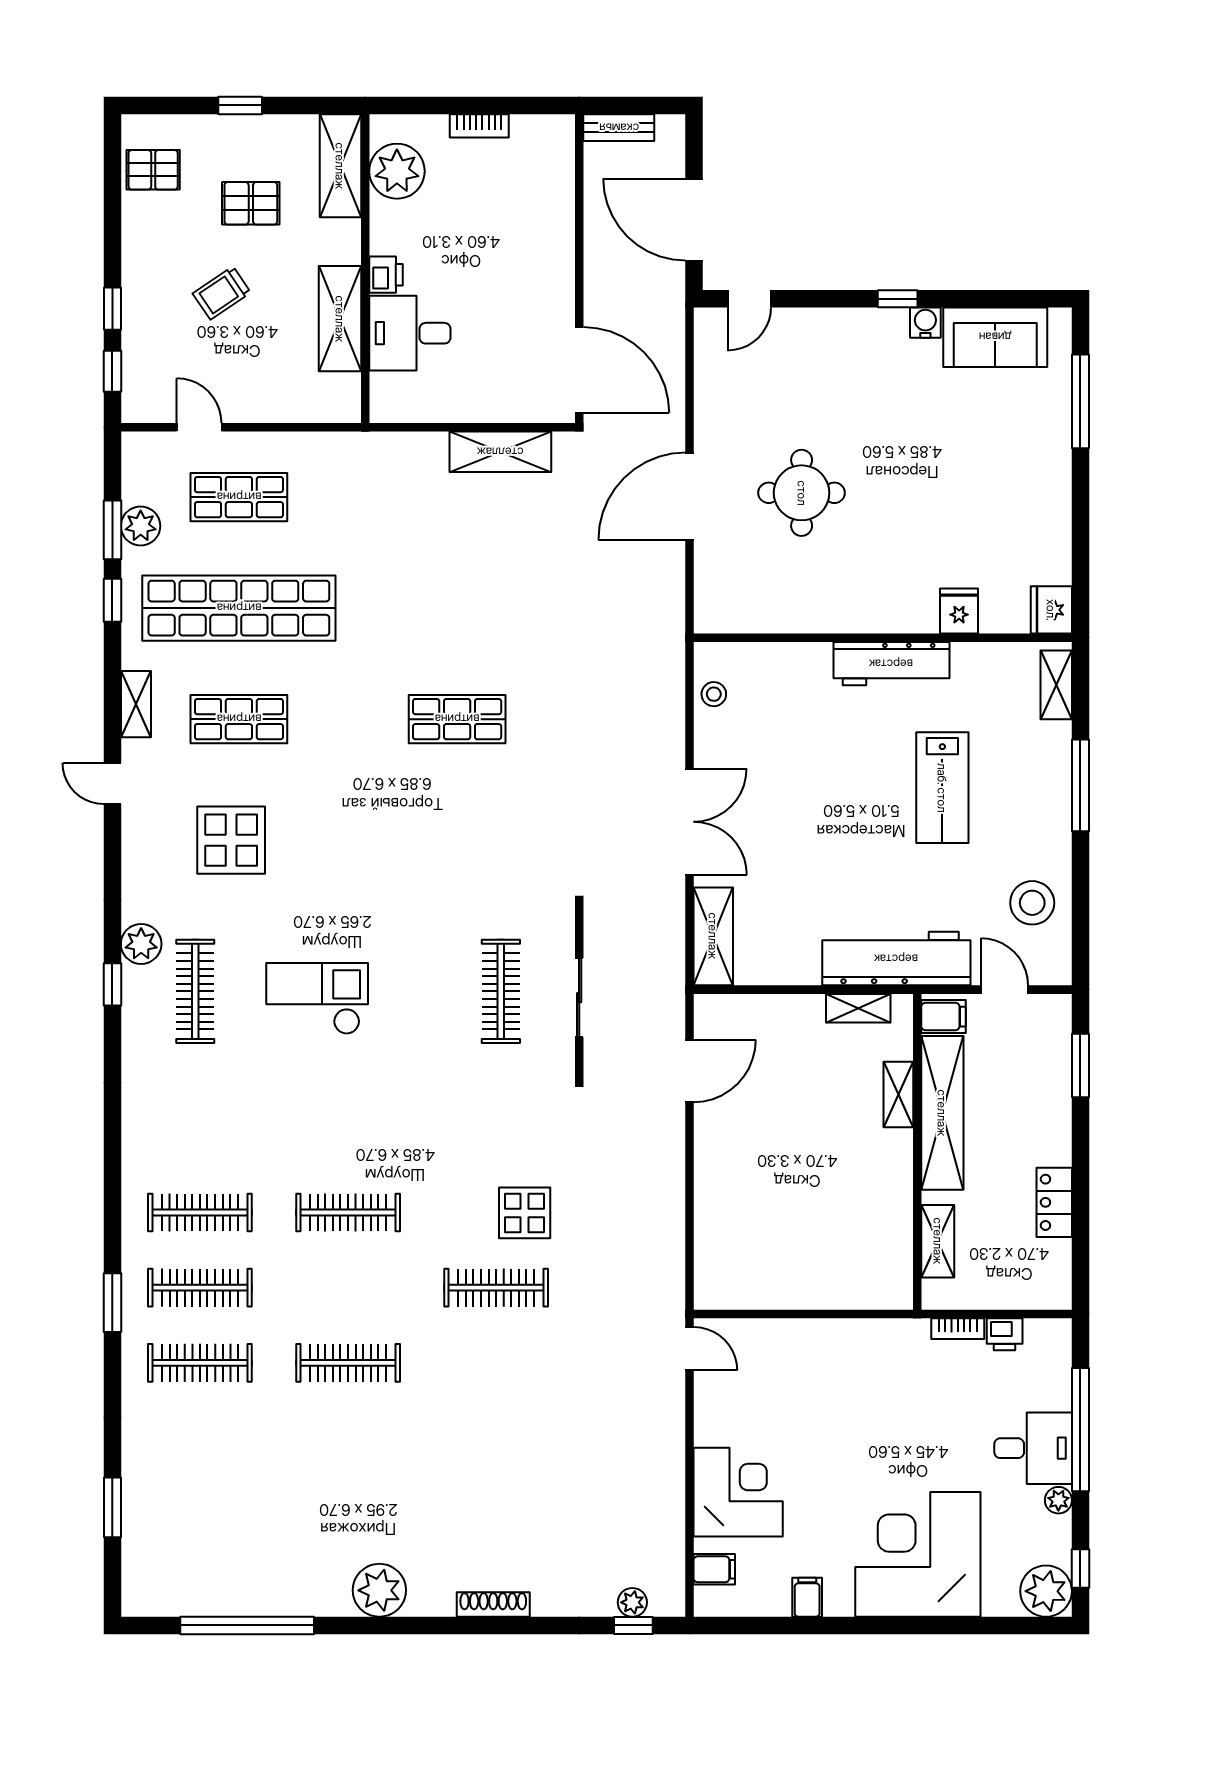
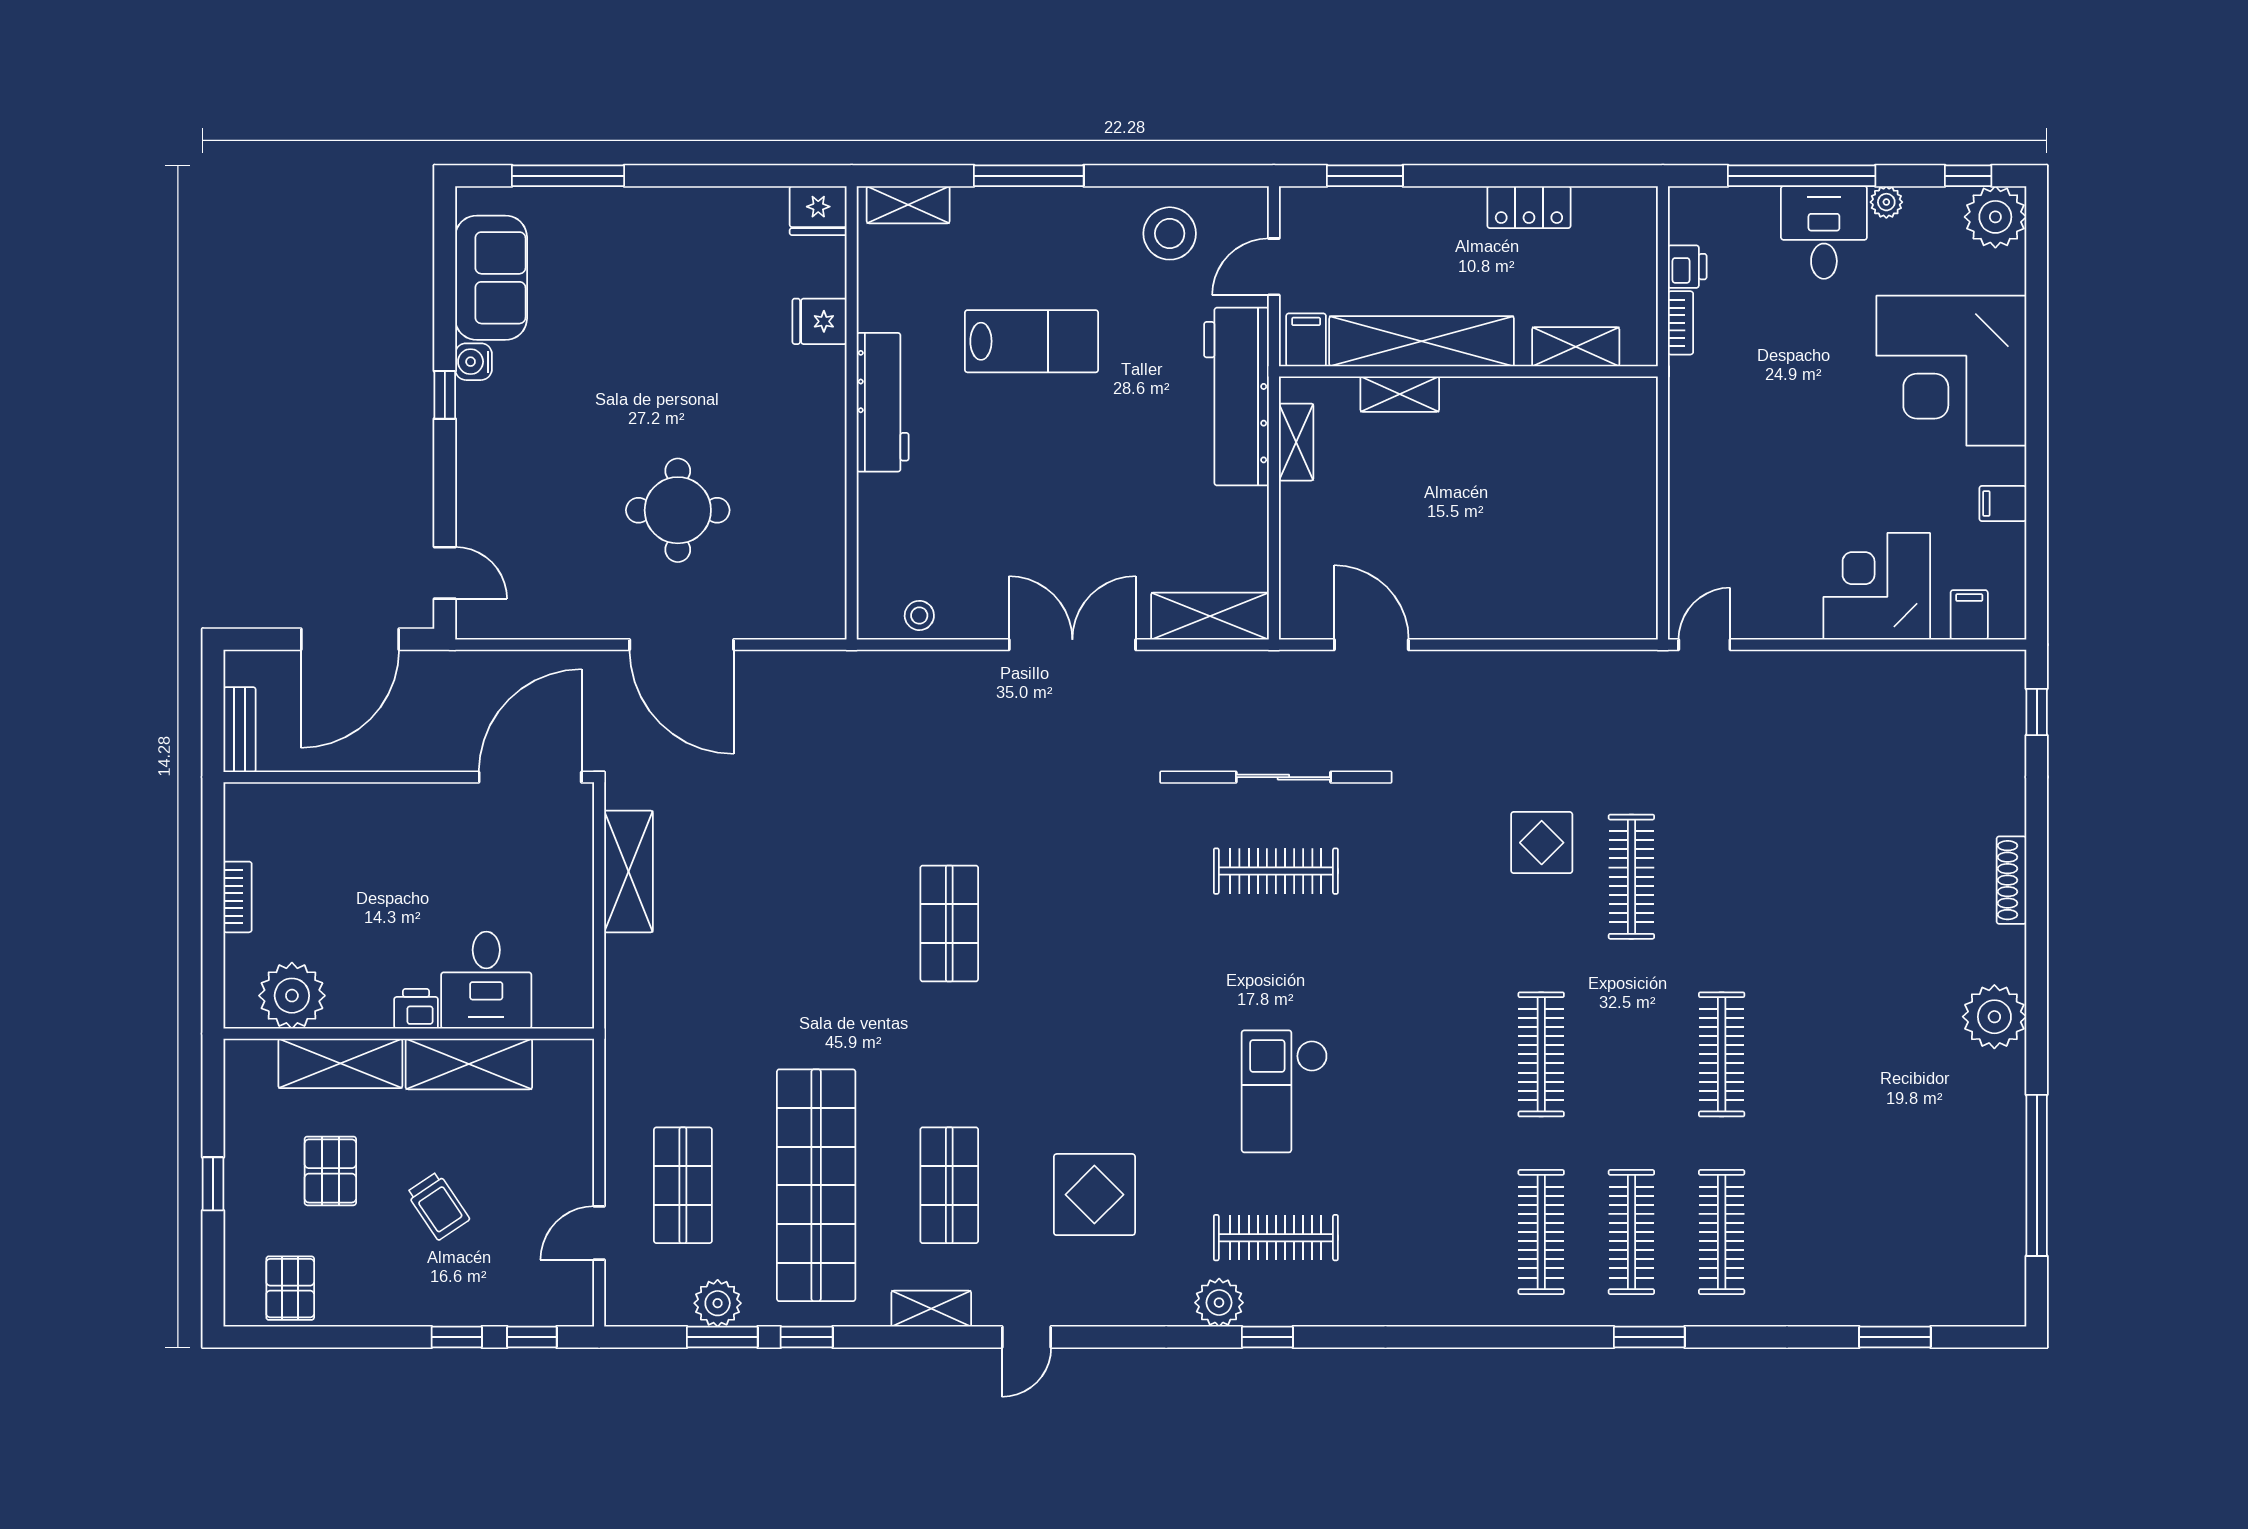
shelving: (340, 166) -> (340, 1063), moved
plant: (632, 1602) -> (2009, 713), removed

